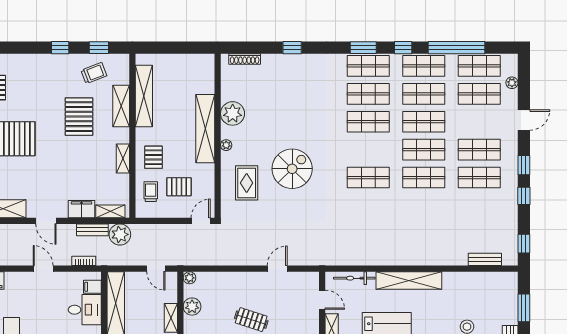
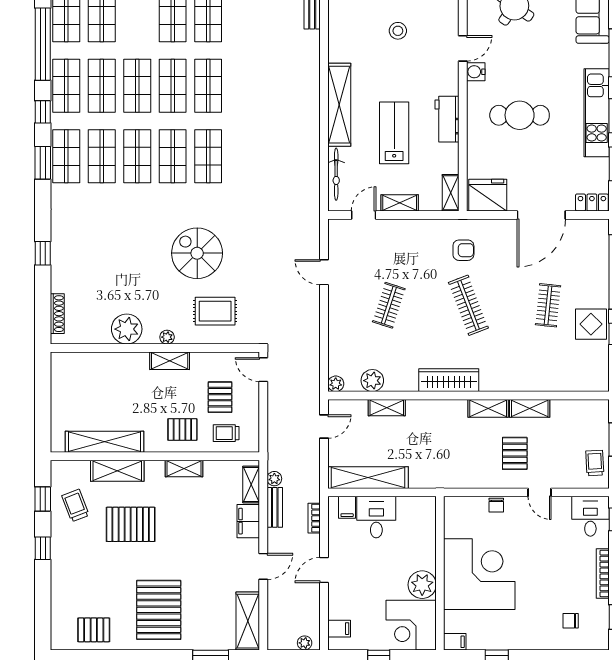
shelving: (205, 129) -> (170, 361), width x0.45, depth x0.75
shop shelf: (368, 150) -> (173, 156), added
plant: (120, 234) -> (274, 479), width x0.53, depth x0.53

